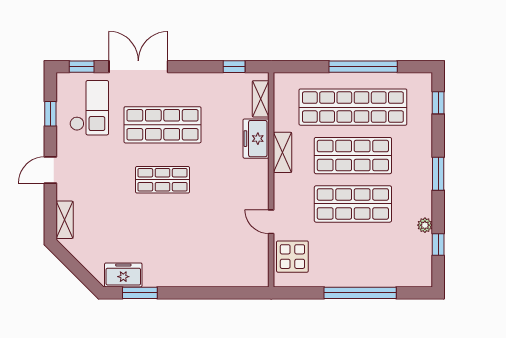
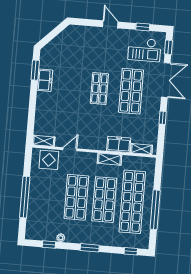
window: (234, 67) -> (163, 118), moved
shelving: (65, 220) -> (44, 141), moved
freezer: (123, 275) -> (45, 80), moved

